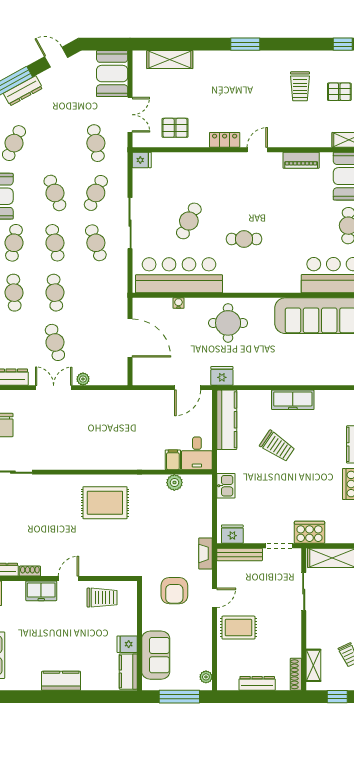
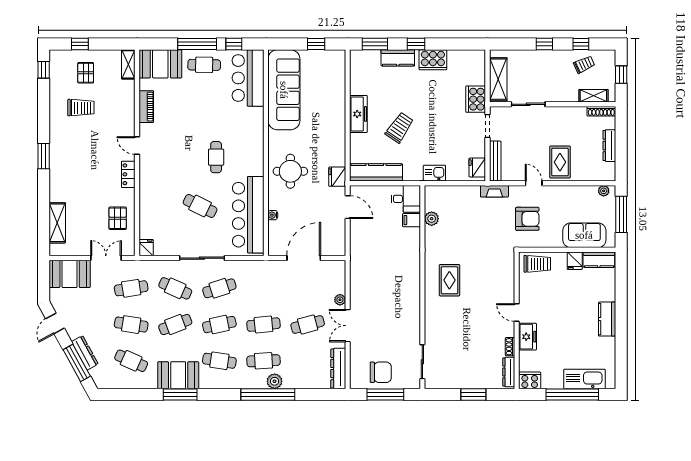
cafe table: (55, 143) -> (131, 325), added
rug: (105, 503) -> (449, 280), width x0.73, depth x0.70
trolley: (102, 598) -> (537, 264), moved, turned 90

